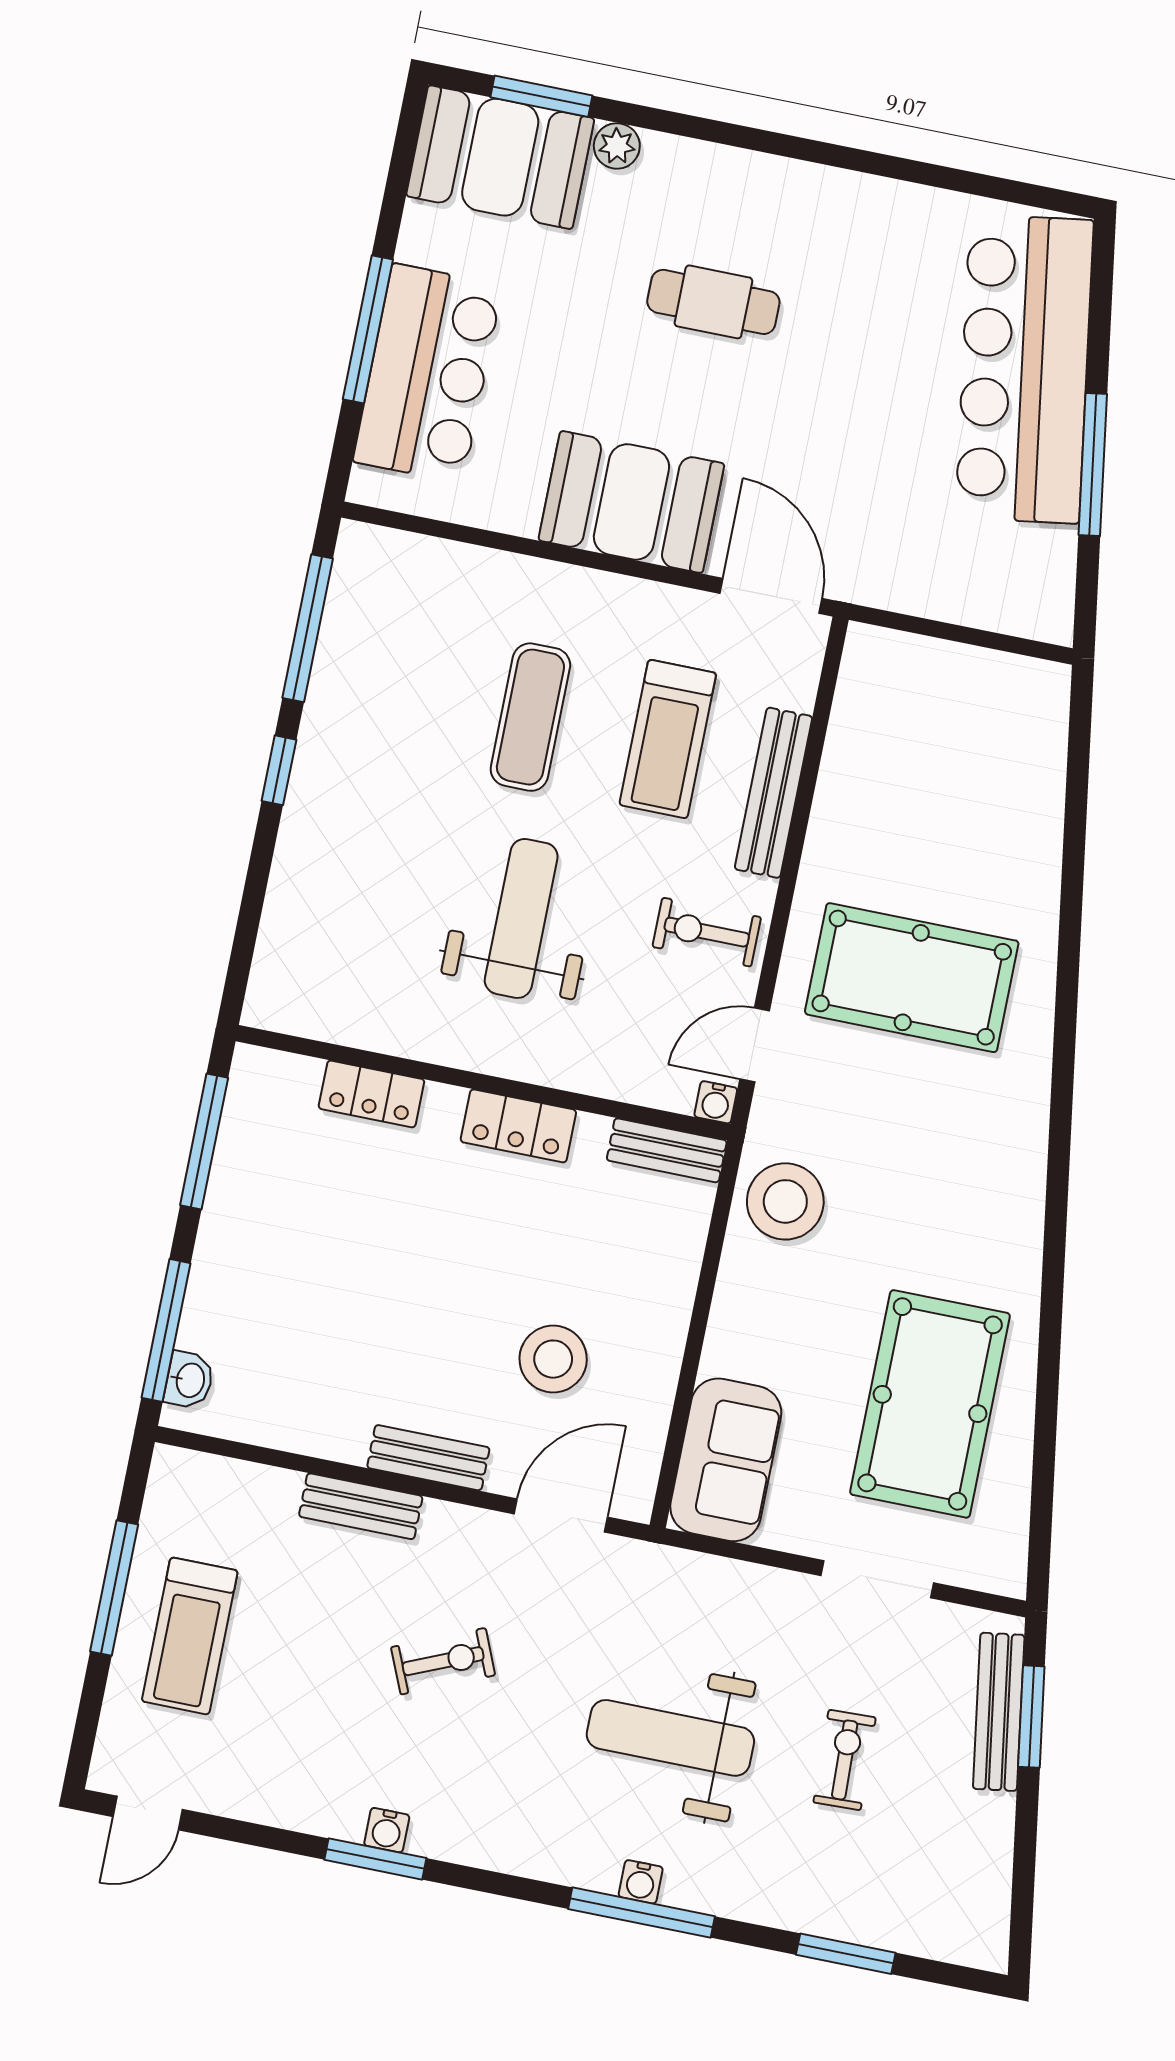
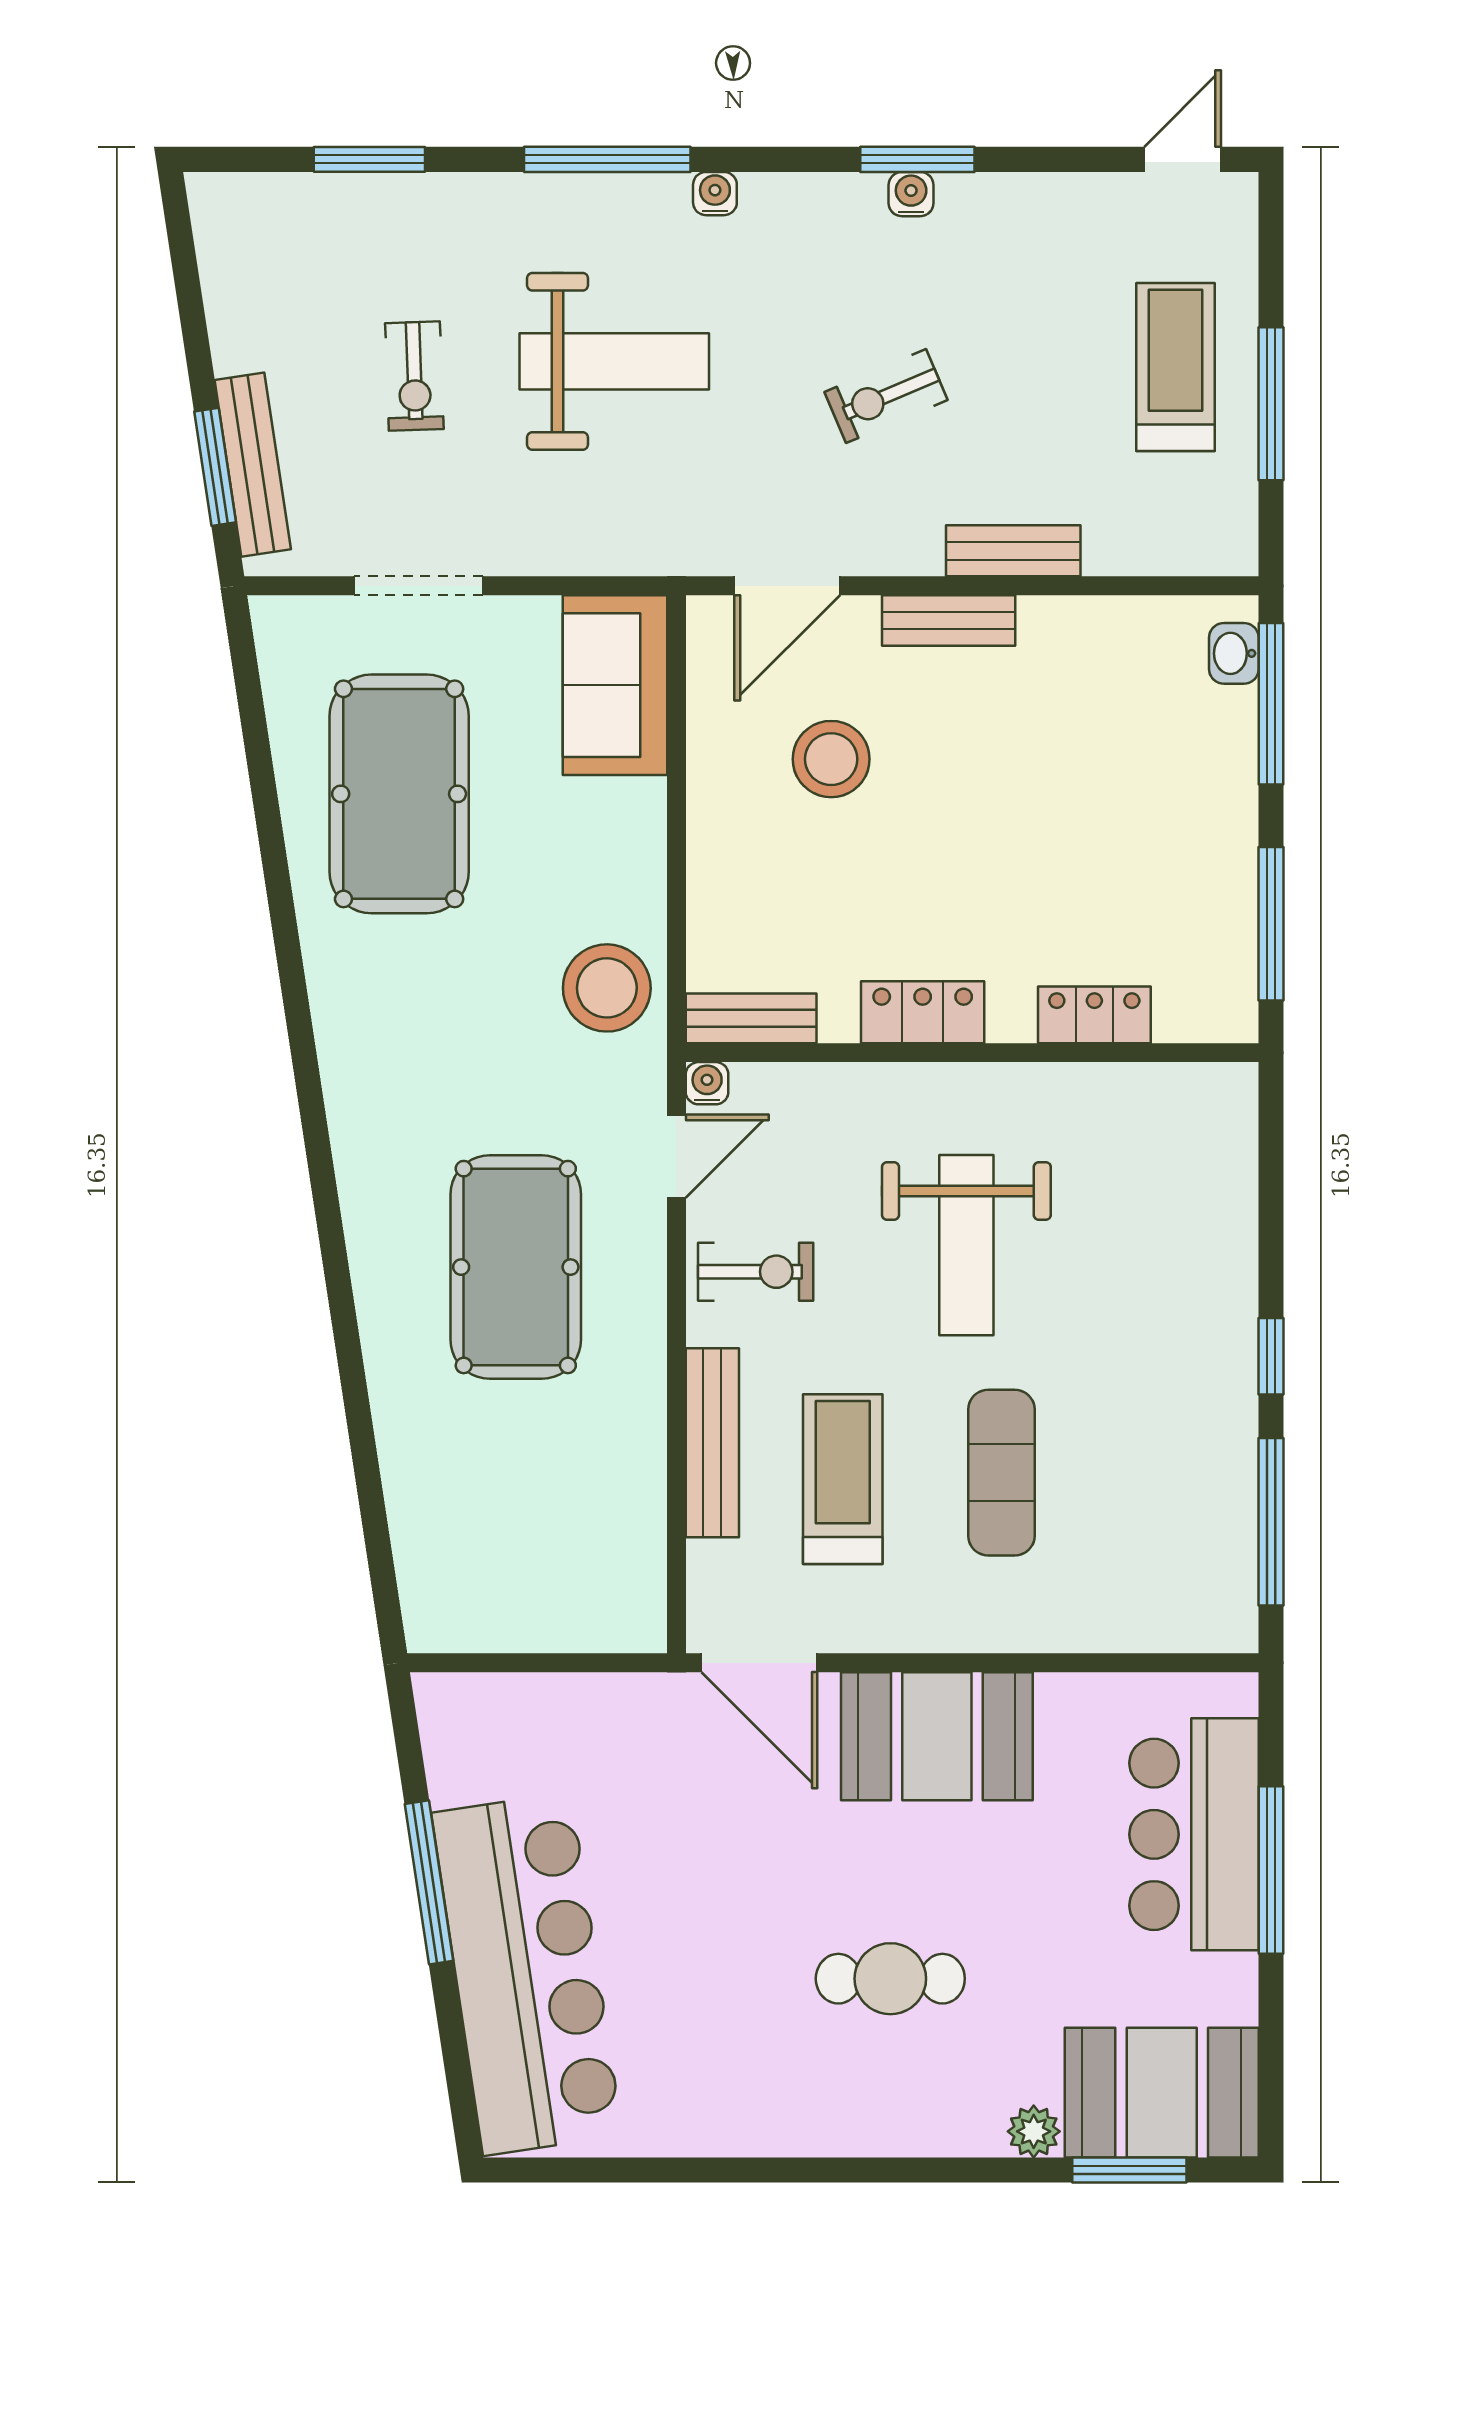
pool table: (912, 978) -> (516, 1267), turned 90
water cooler: (641, 1882) -> (715, 194), moved

